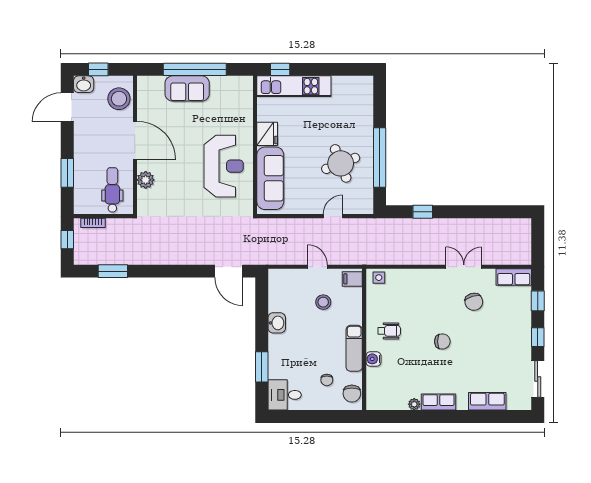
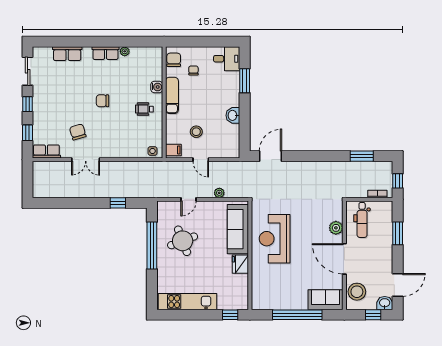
kitchen unit: (294, 86) -> (187, 302), moved
sofa: (187, 88) -> (325, 300), moved
plant: (294, 224) -> (219, 193), added
door: (229, 271) -> (270, 156), hinge flipped

